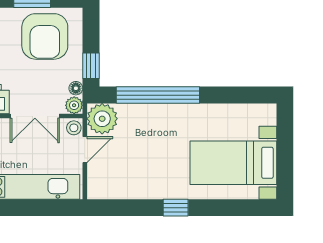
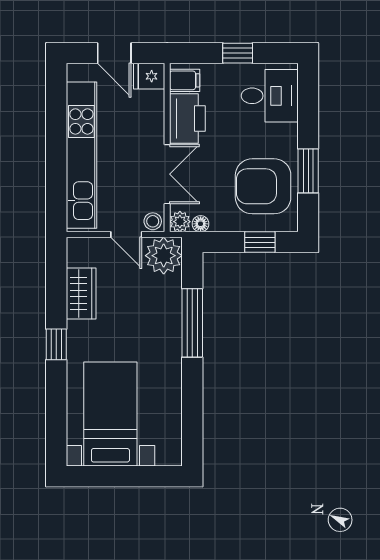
window: (91, 66) -> (260, 242), moved
window: (158, 95) -> (192, 323), width x0.68
double door: (35, 116) -> (167, 174), swing flipped
wardrobe: (134, 187) -> (81, 294), added

